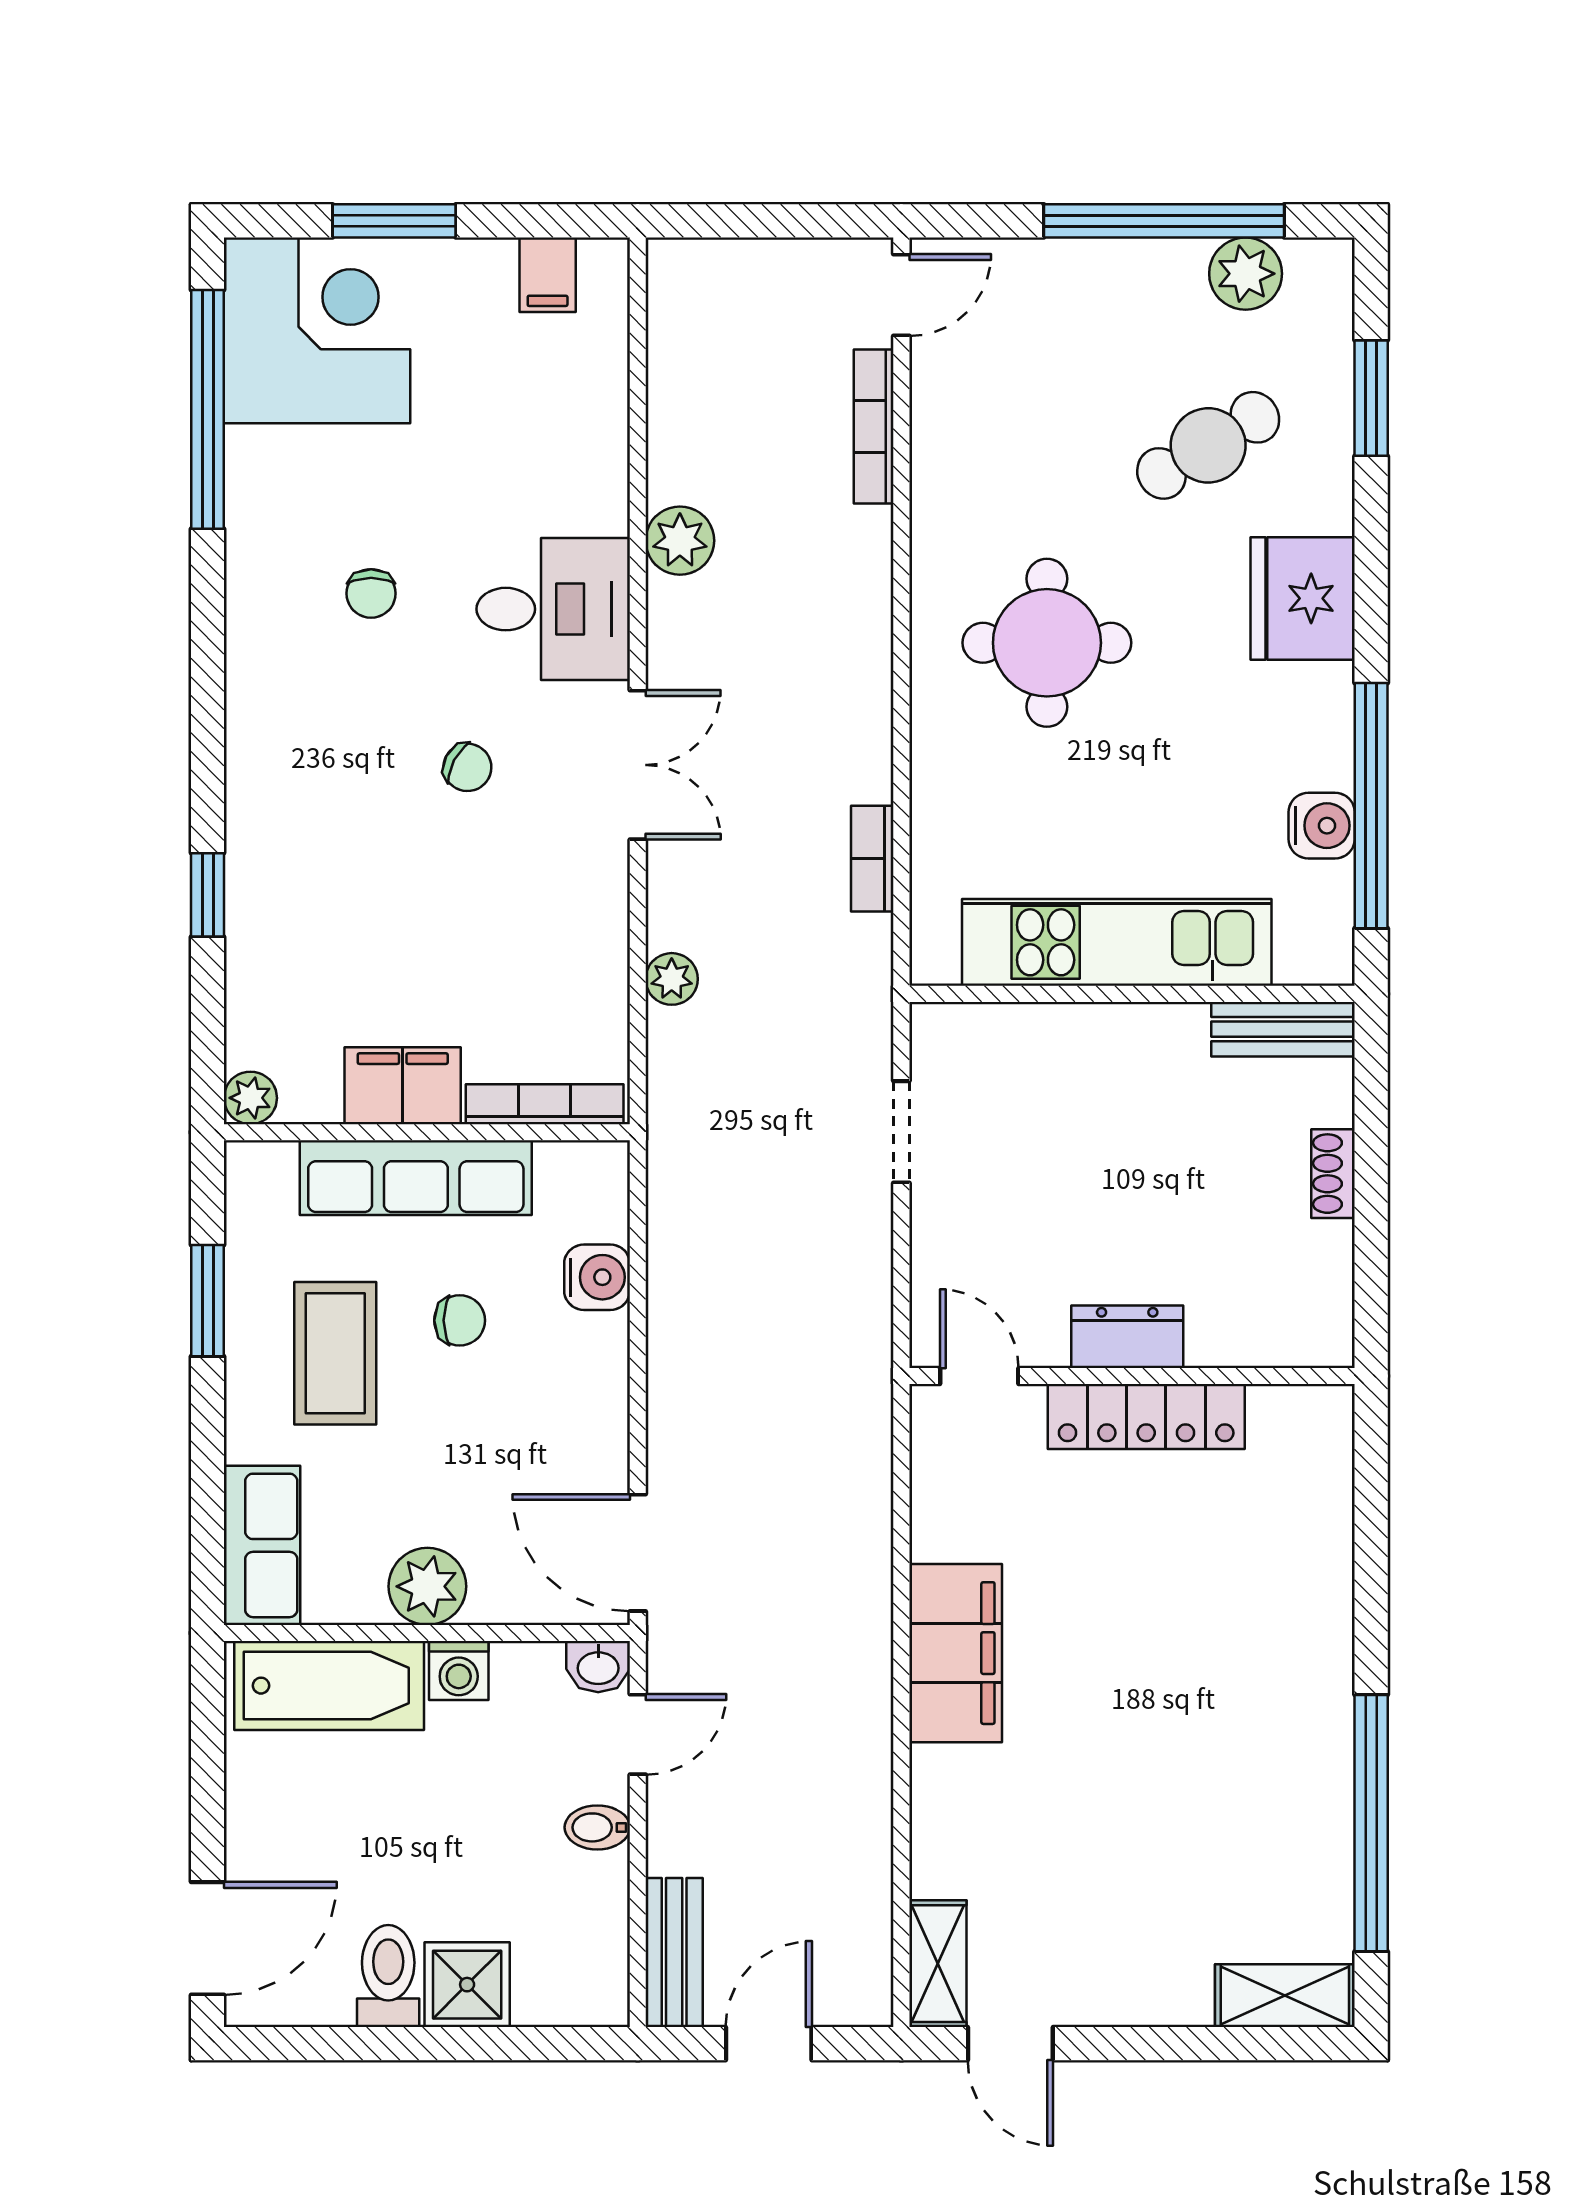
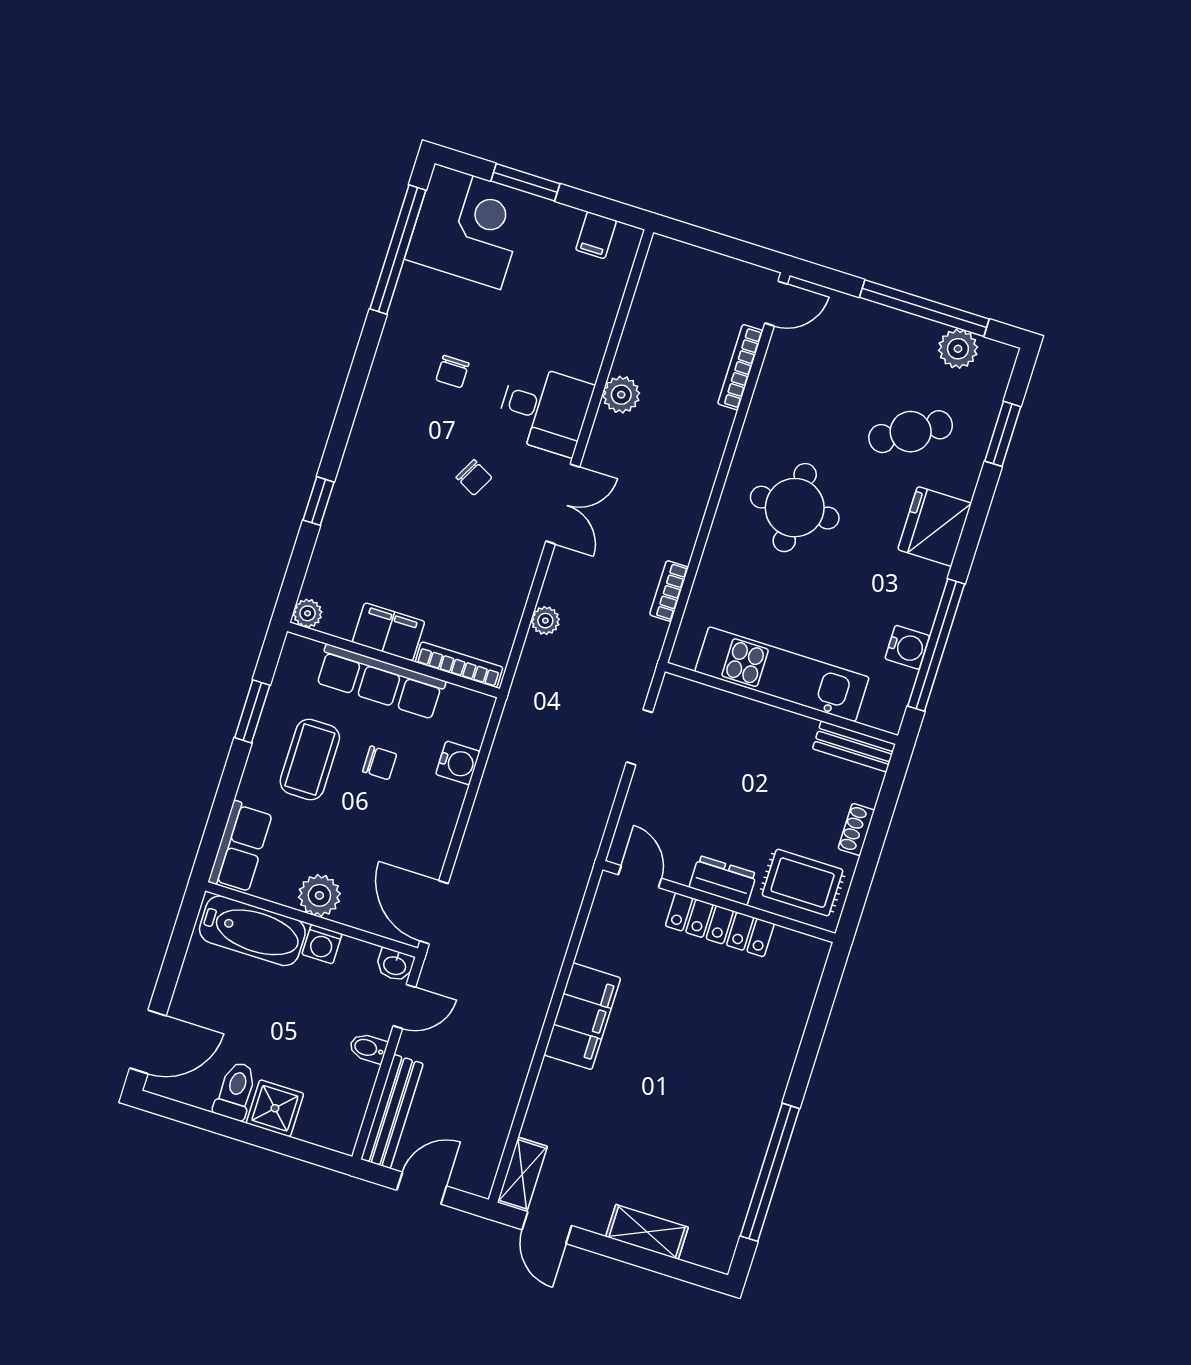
rug: (1268, 1296) -> (803, 883), added
bench: (674, 1952) -> (392, 1111), width x1.36
shelving: (1285, 1996) -> (647, 1232), moved

